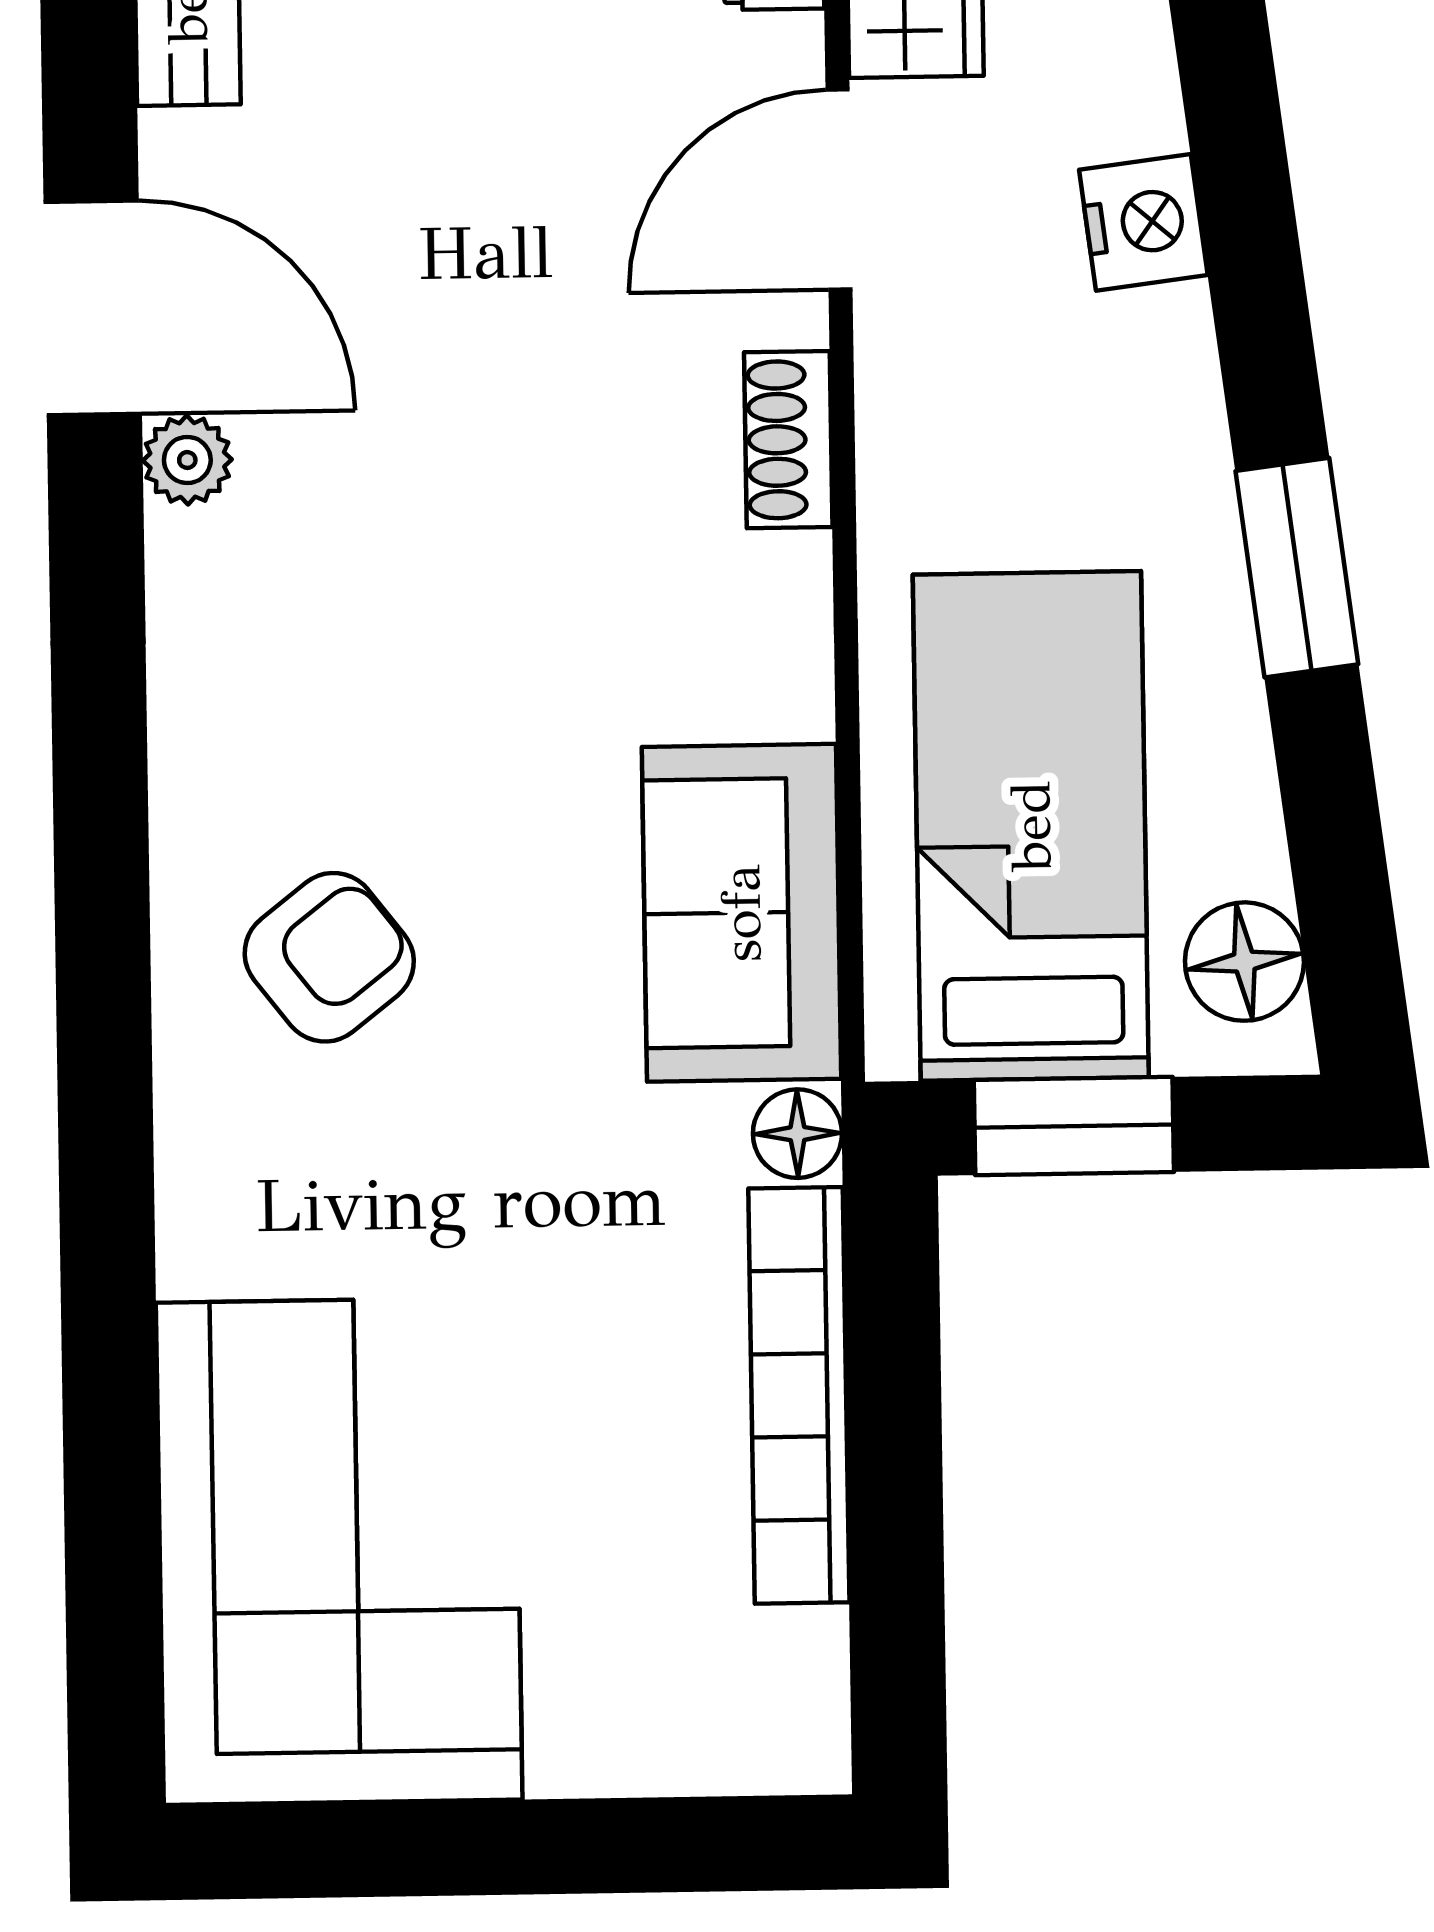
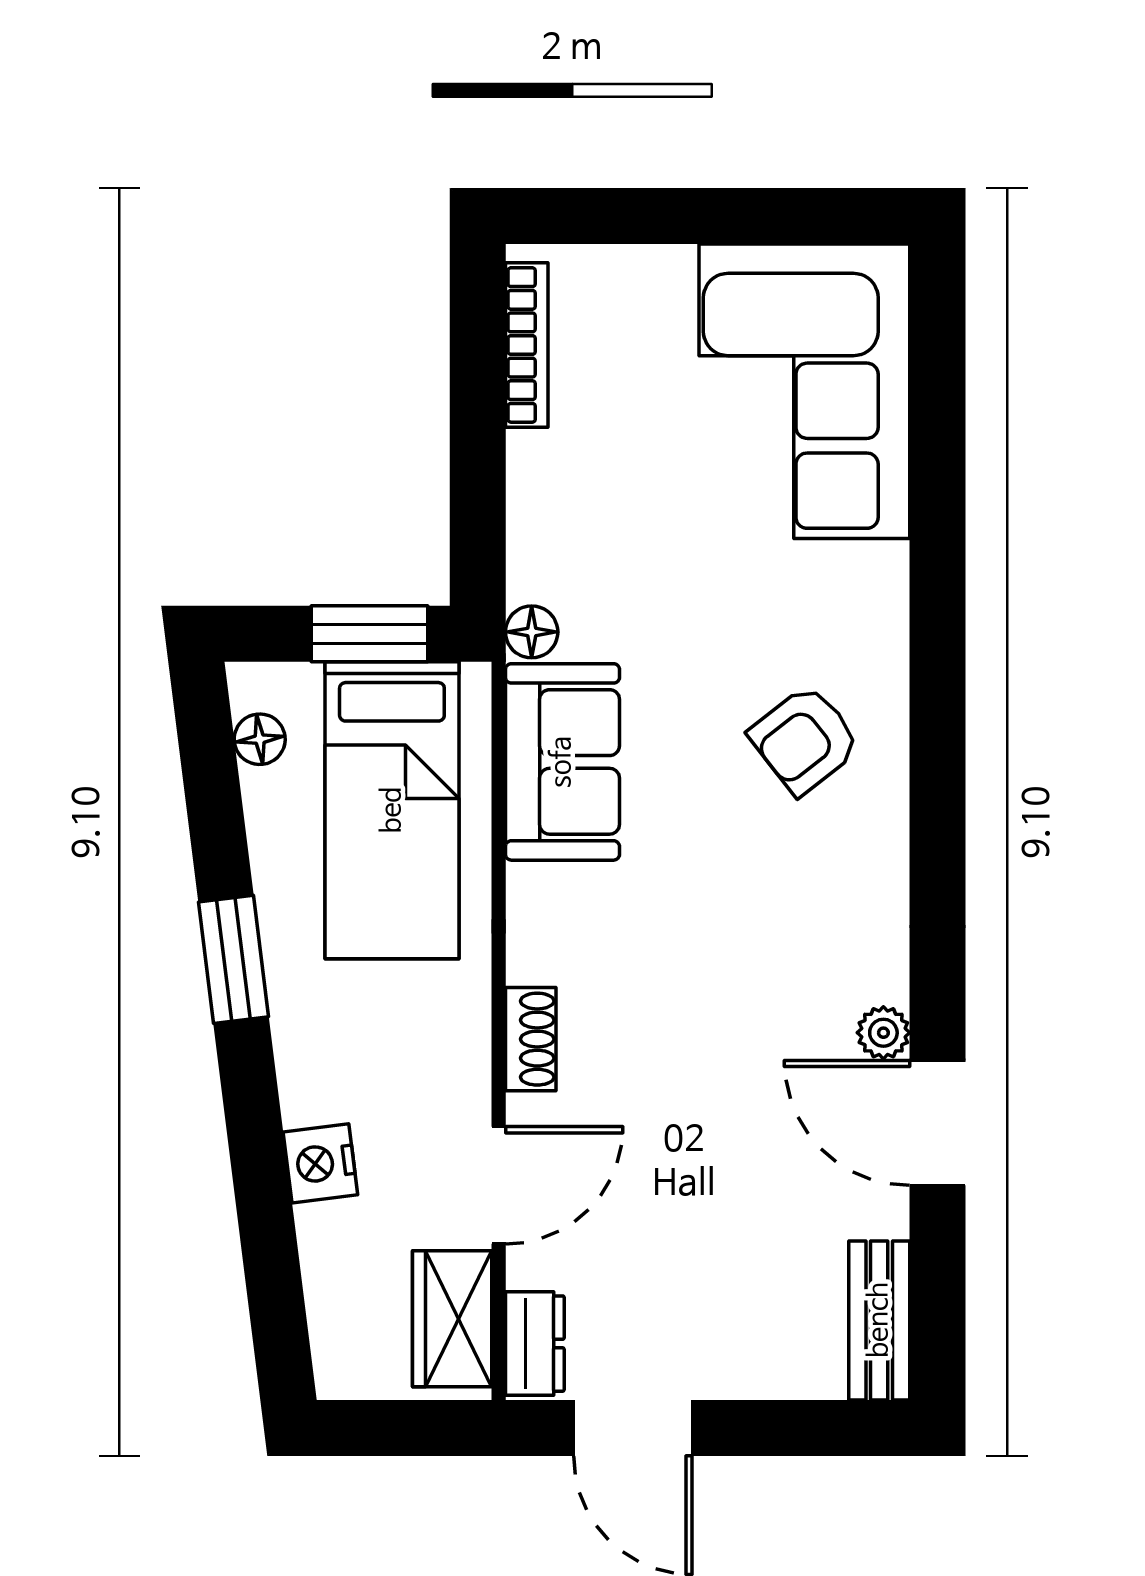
floor lamp: (1244, 962) -> (260, 739), width x0.73, depth x0.73
bookcase: (799, 1395) -> (527, 345), moved, width x0.68, depth x0.76

